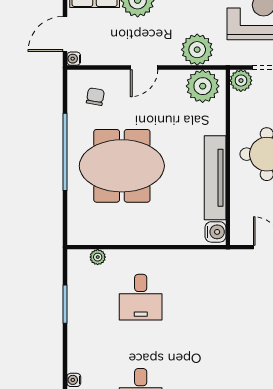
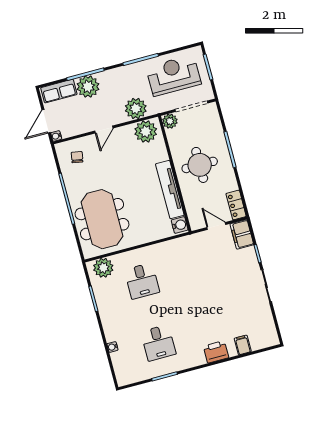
meeting table: (122, 166) -> (102, 219), moved, turned 90
plant: (98, 257) -> (103, 268), width x1.87, depth x1.87

